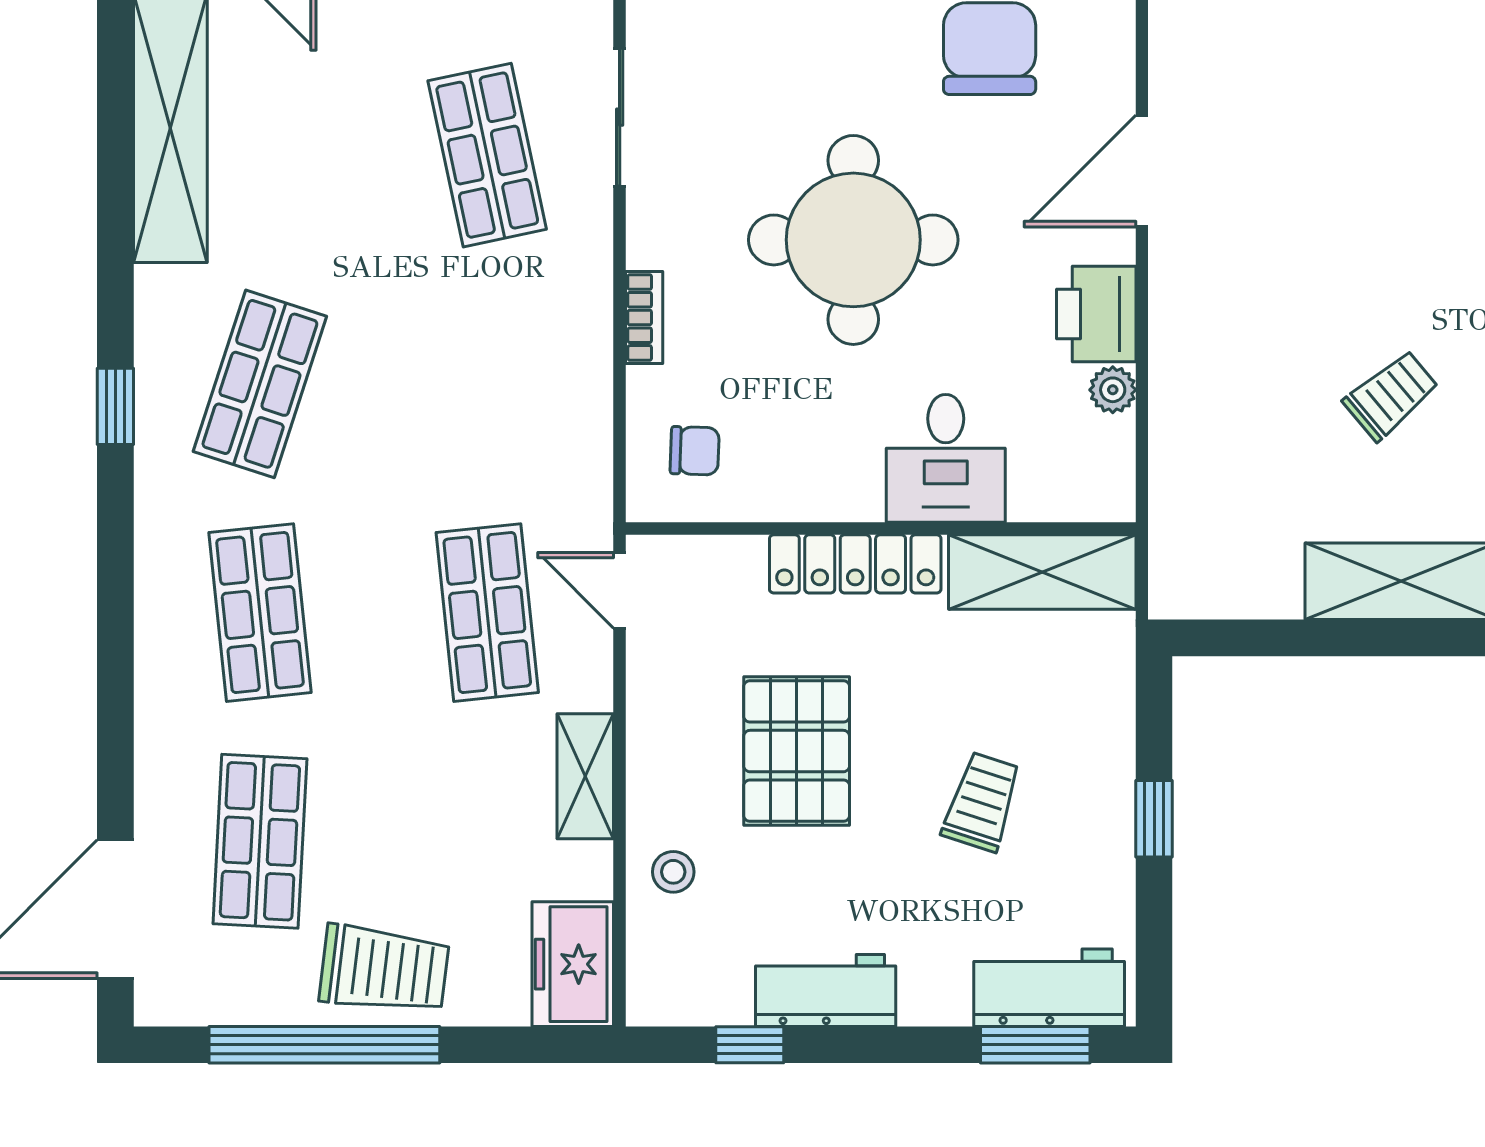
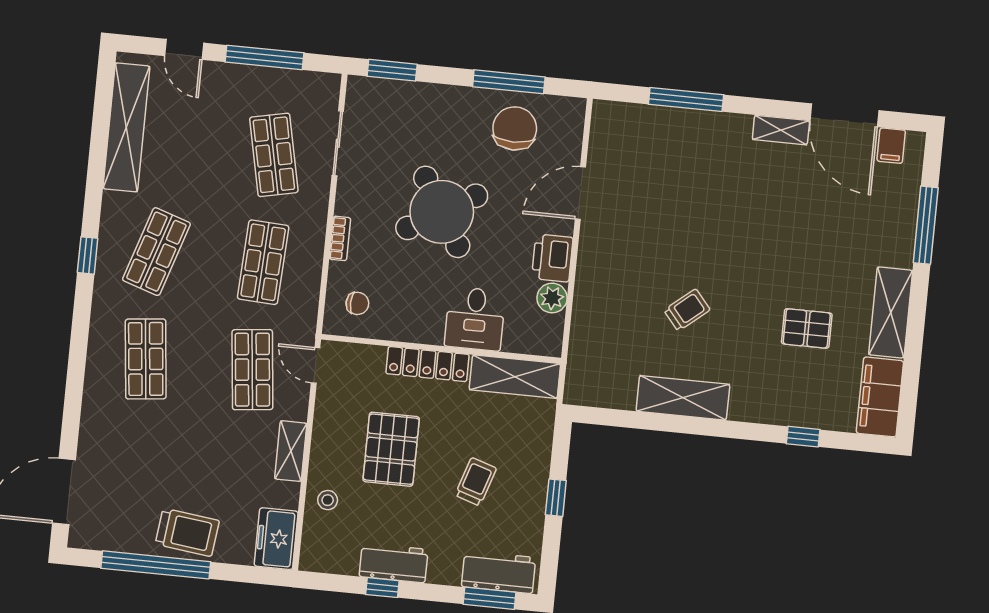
round table: (853, 240) -> (442, 212), turned -31
plant: (1113, 390) -> (552, 298), width x1.38, depth x1.38
shop shelf: (260, 841) -> (263, 262), moved
window: (750, 1045) -> (382, 588), moved

